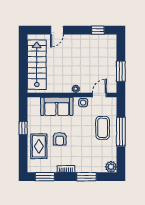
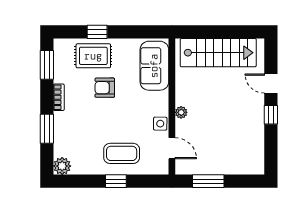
window: (98, 30) -> (271, 115), moved
sofa: (57, 106) -> (154, 66), moved
window: (23, 128) -> (97, 32), moved
window: (121, 132) -> (116, 181), width x0.46

